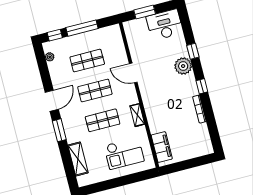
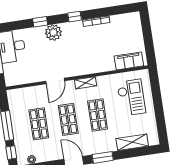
shelving: (137, 115) -> (85, 83), moved

